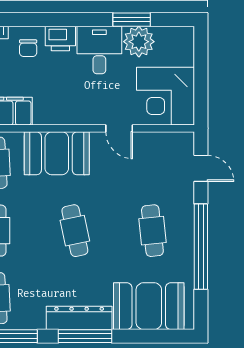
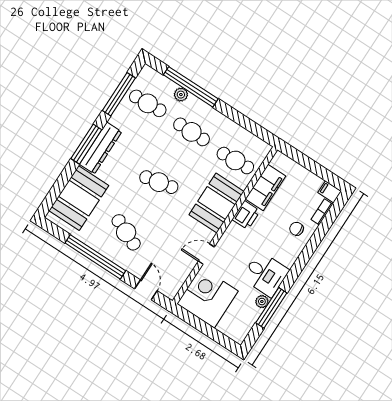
window: (132, 20) -> (271, 308), width x1.44
printer: (60, 38) -> (246, 215), moved, turned 180
plant: (139, 42) -> (262, 302), width x0.53, depth x0.53
door: (201, 168) -> (146, 290), swing flipped
cafe table: (152, 231) -> (126, 232), turned 30

